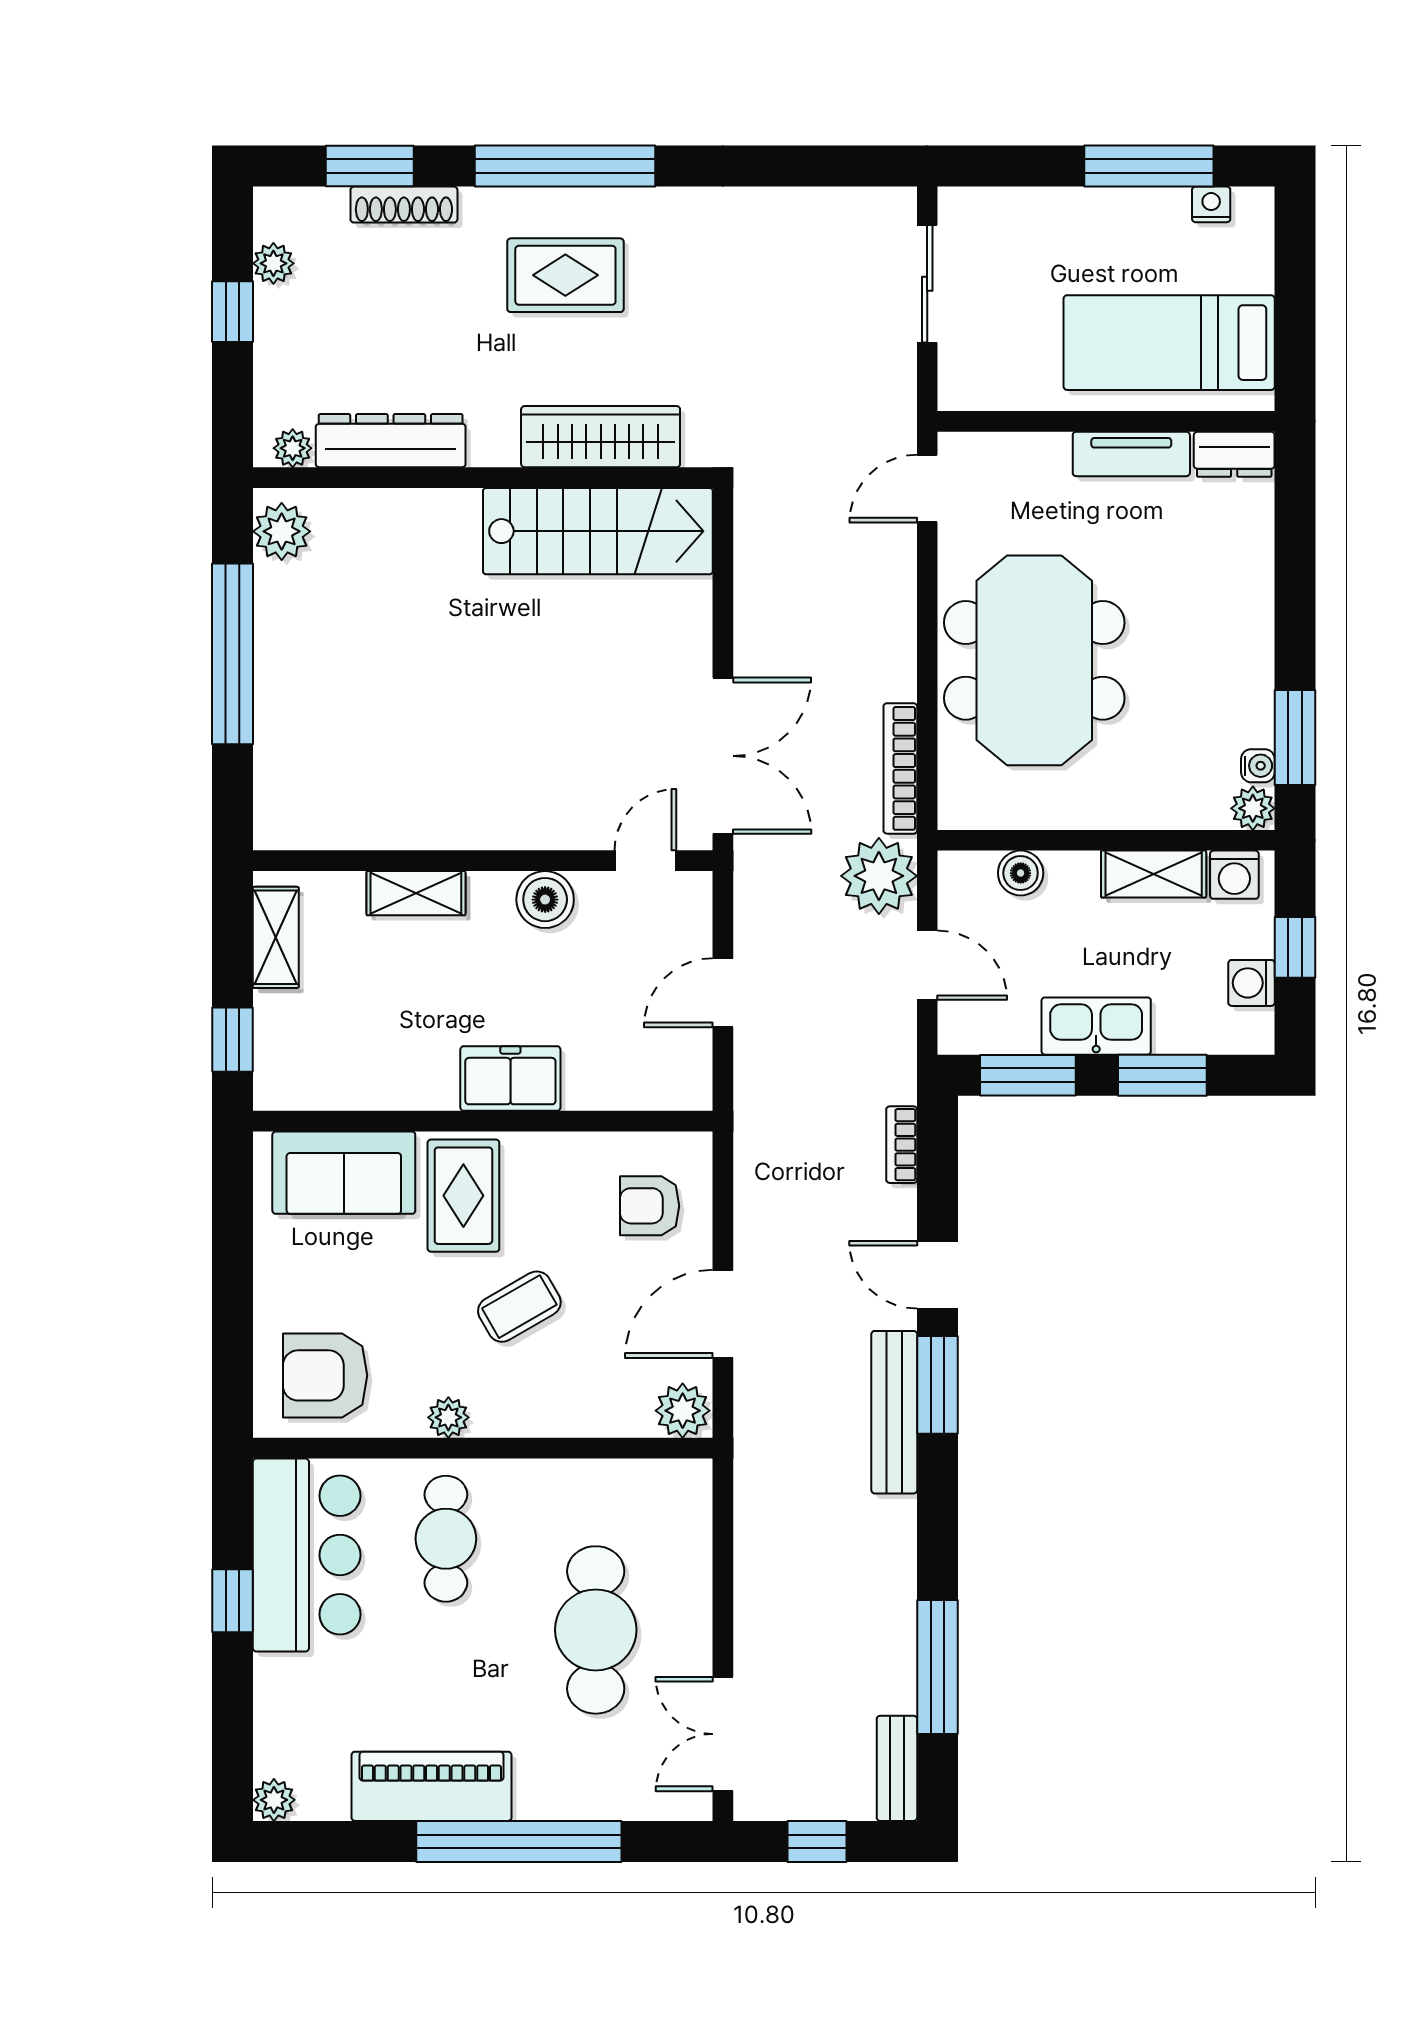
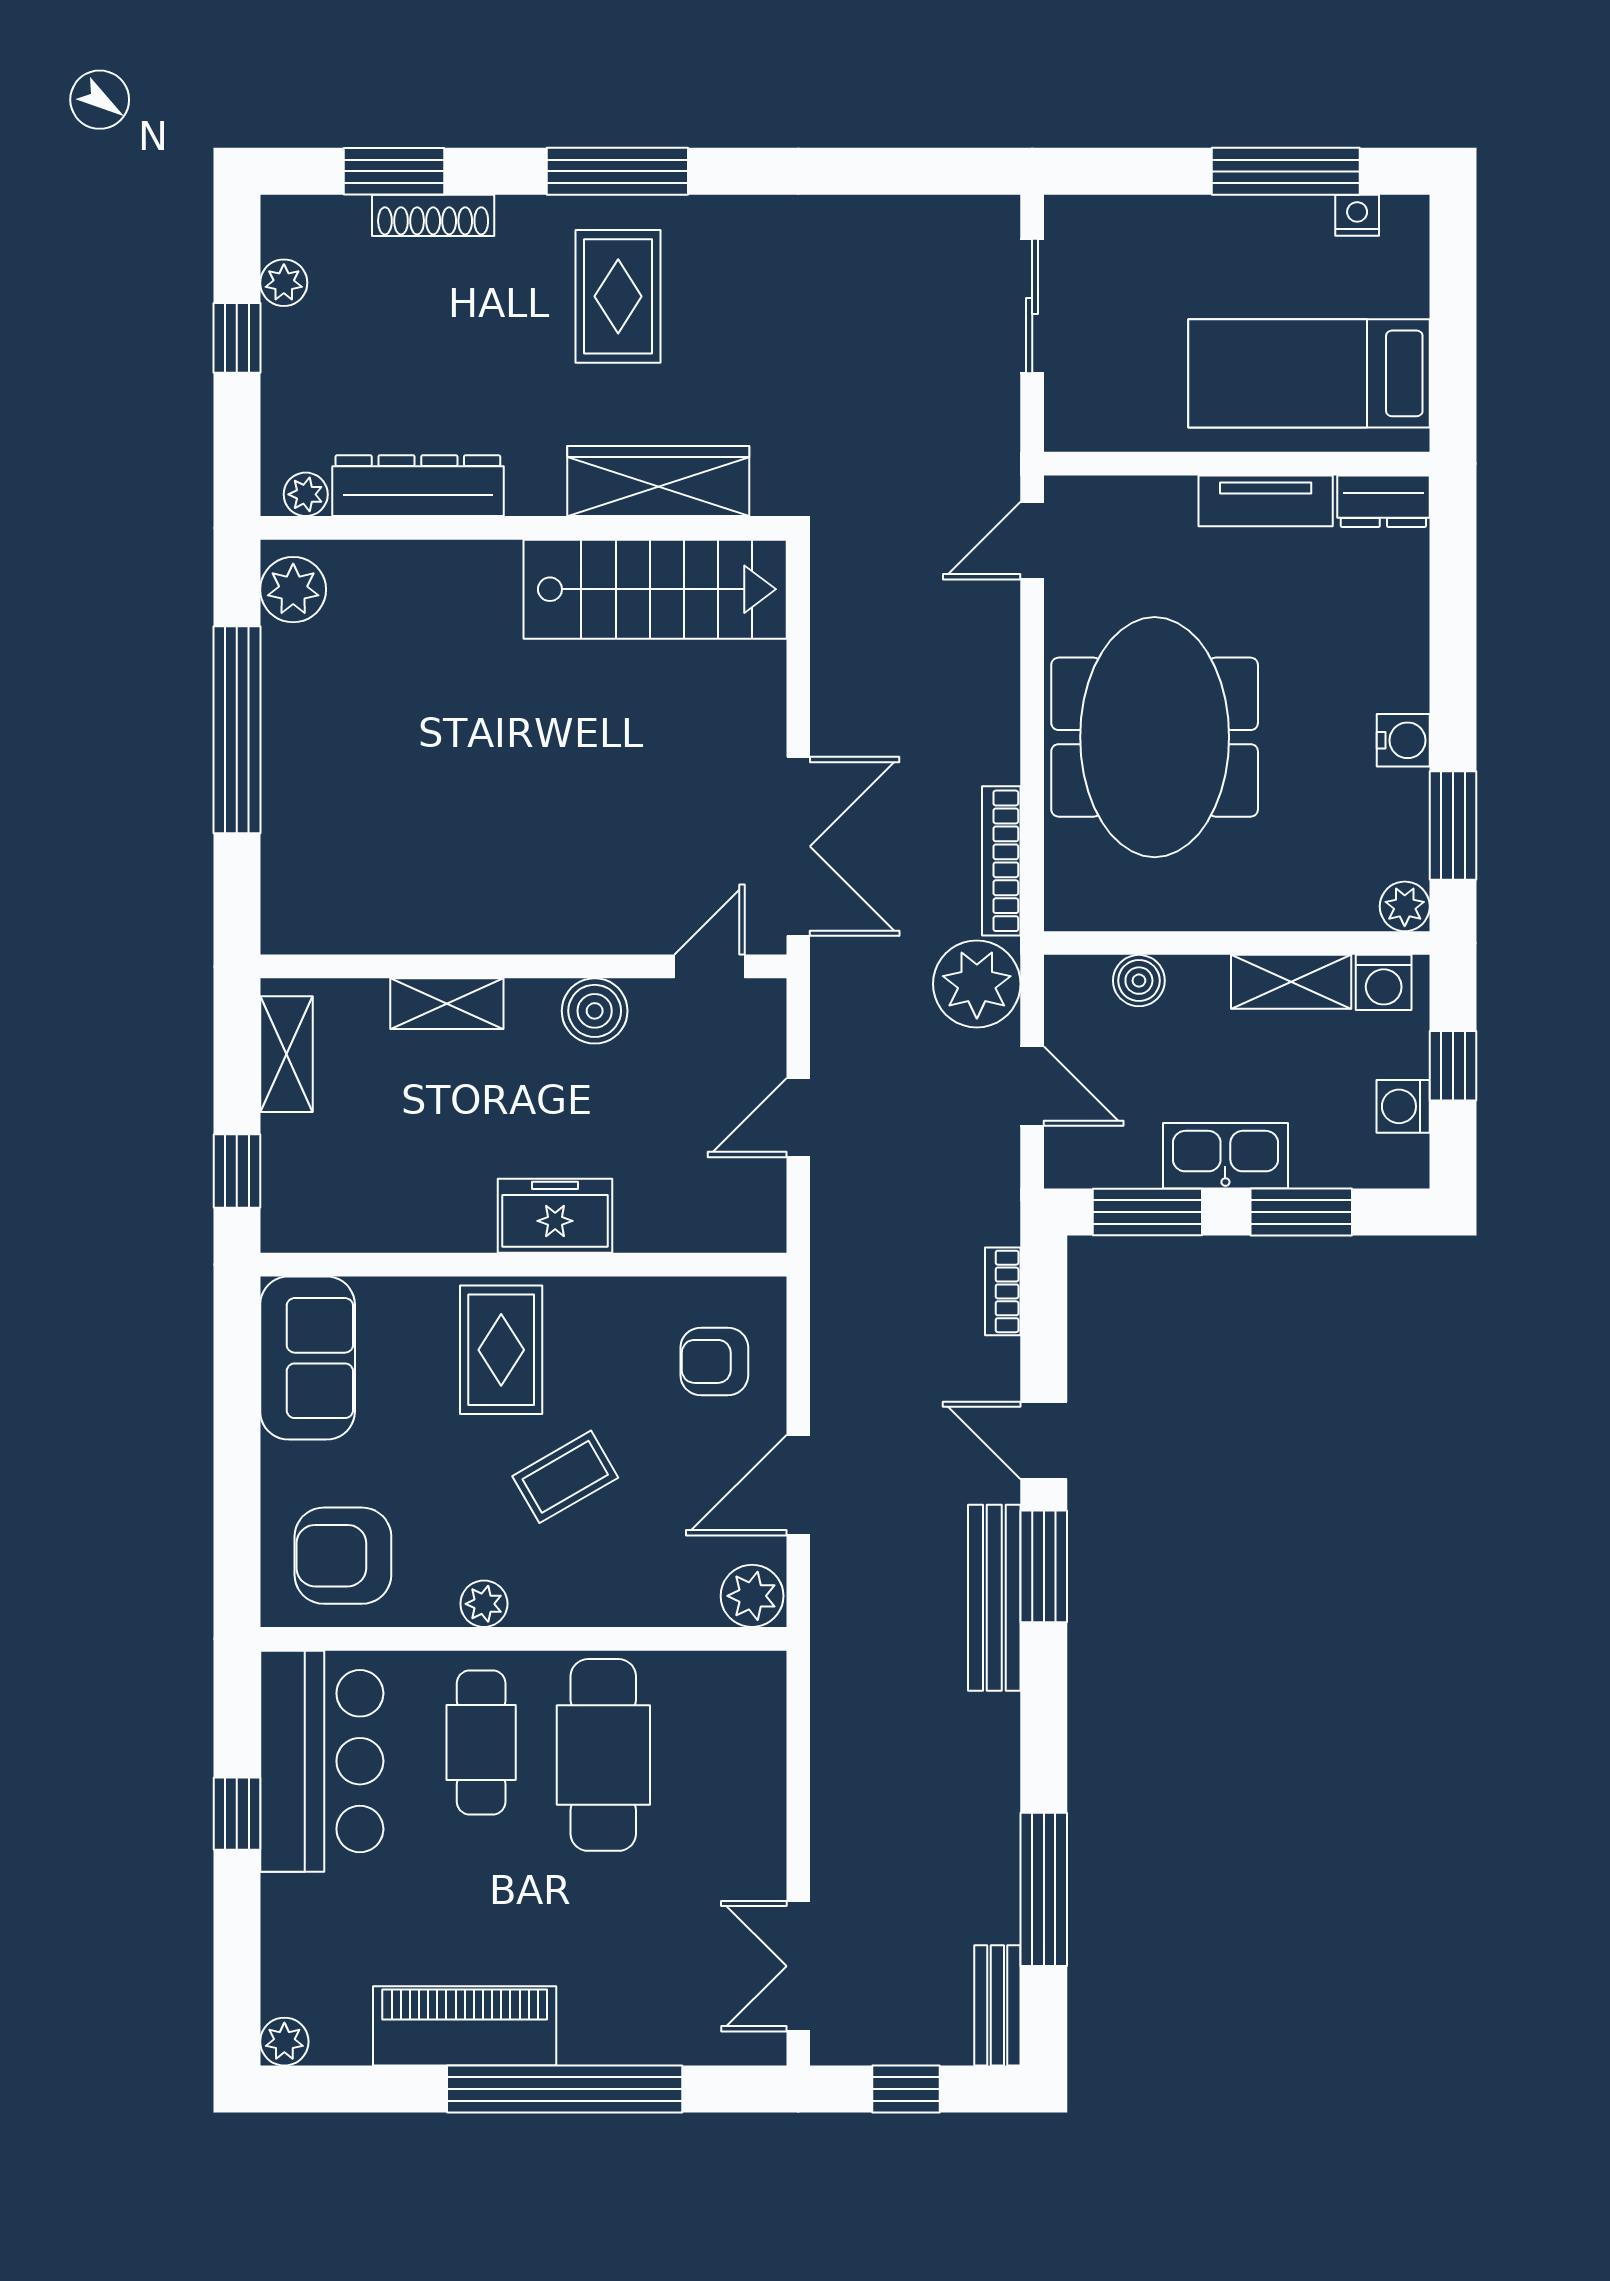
window: (565, 166) -> (617, 171), width x0.68
rug: (565, 275) -> (618, 296), turned 90
water cooler: (1258, 766) -> (1403, 740), moved, width x1.38, depth x1.38
sofa: (344, 1173) -> (308, 1358), moved, turned -90
cafe table: (596, 1630) -> (603, 1755), moved

